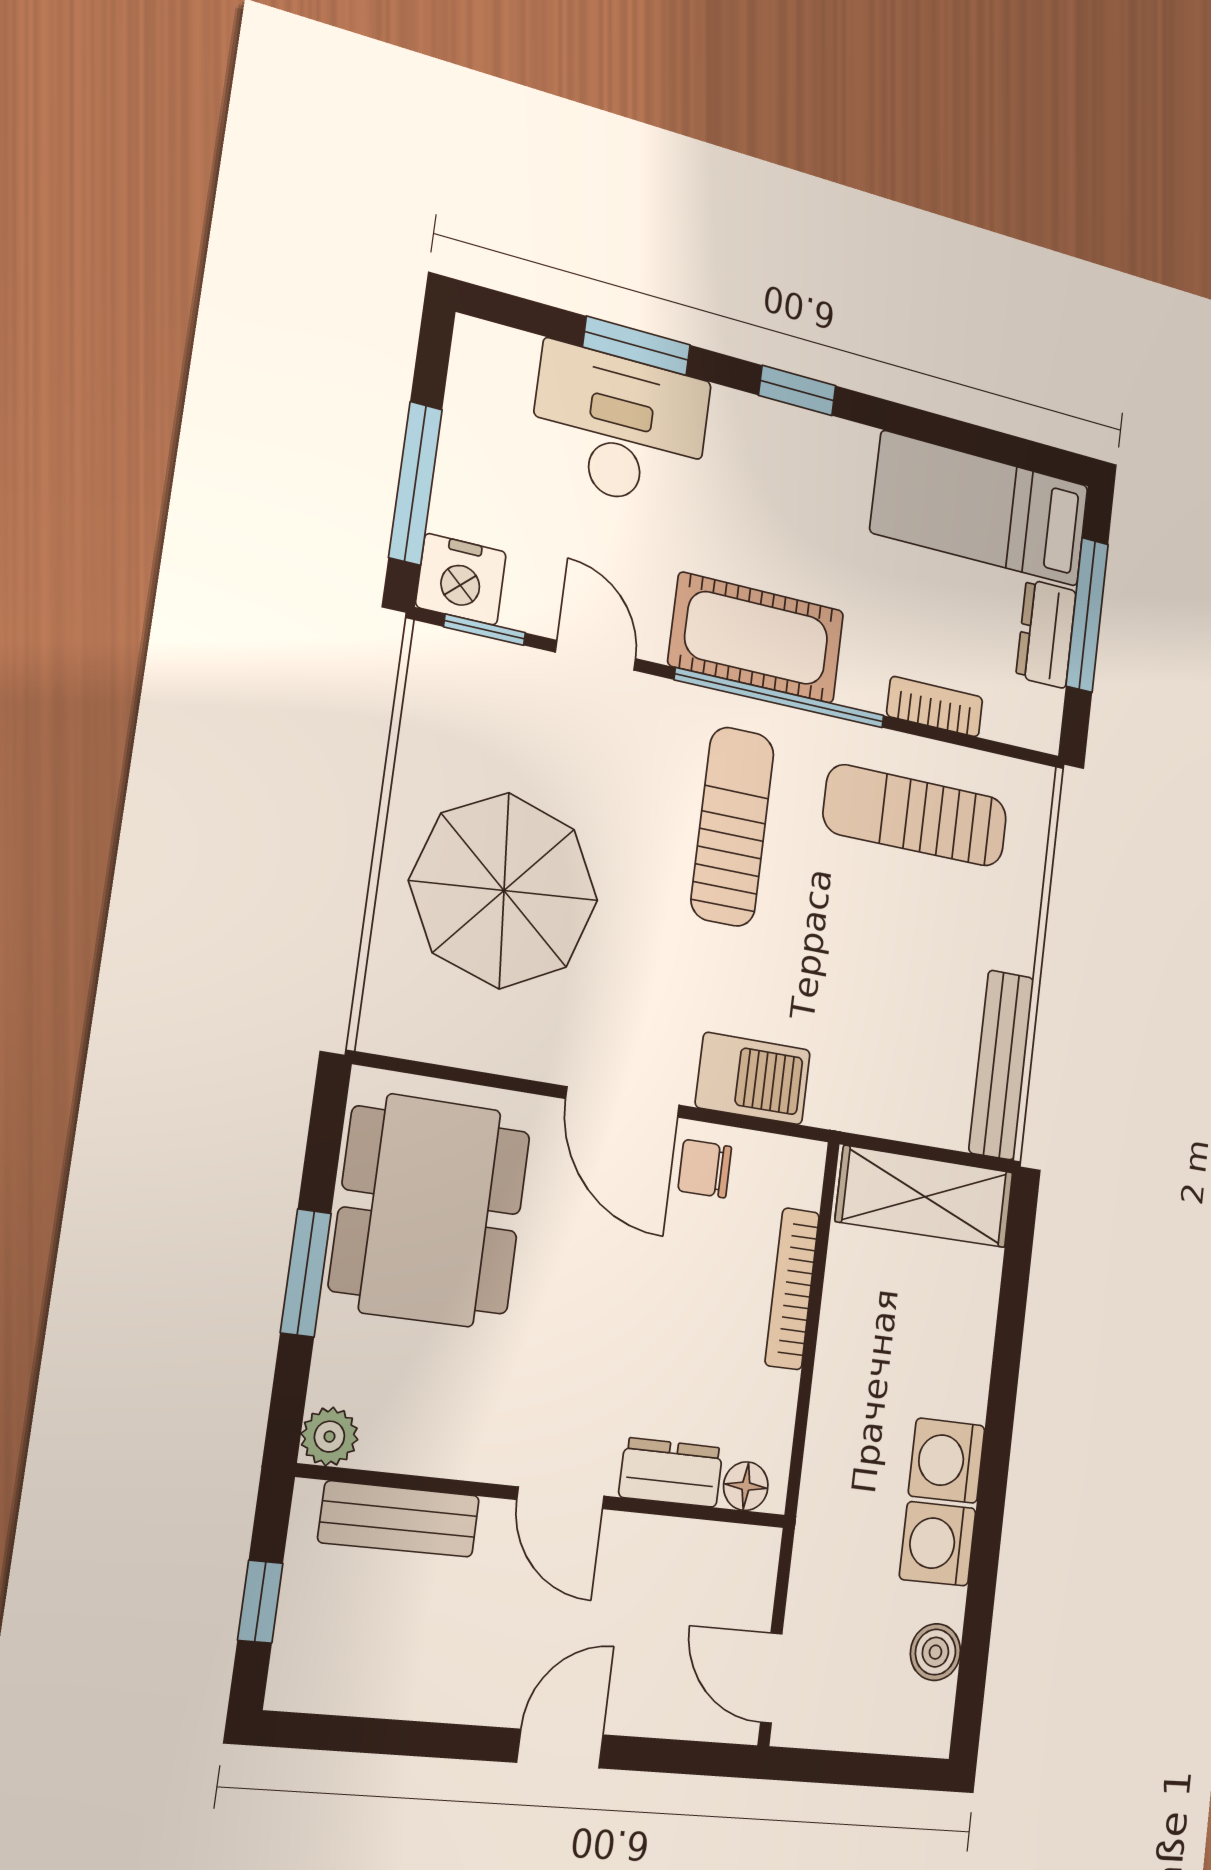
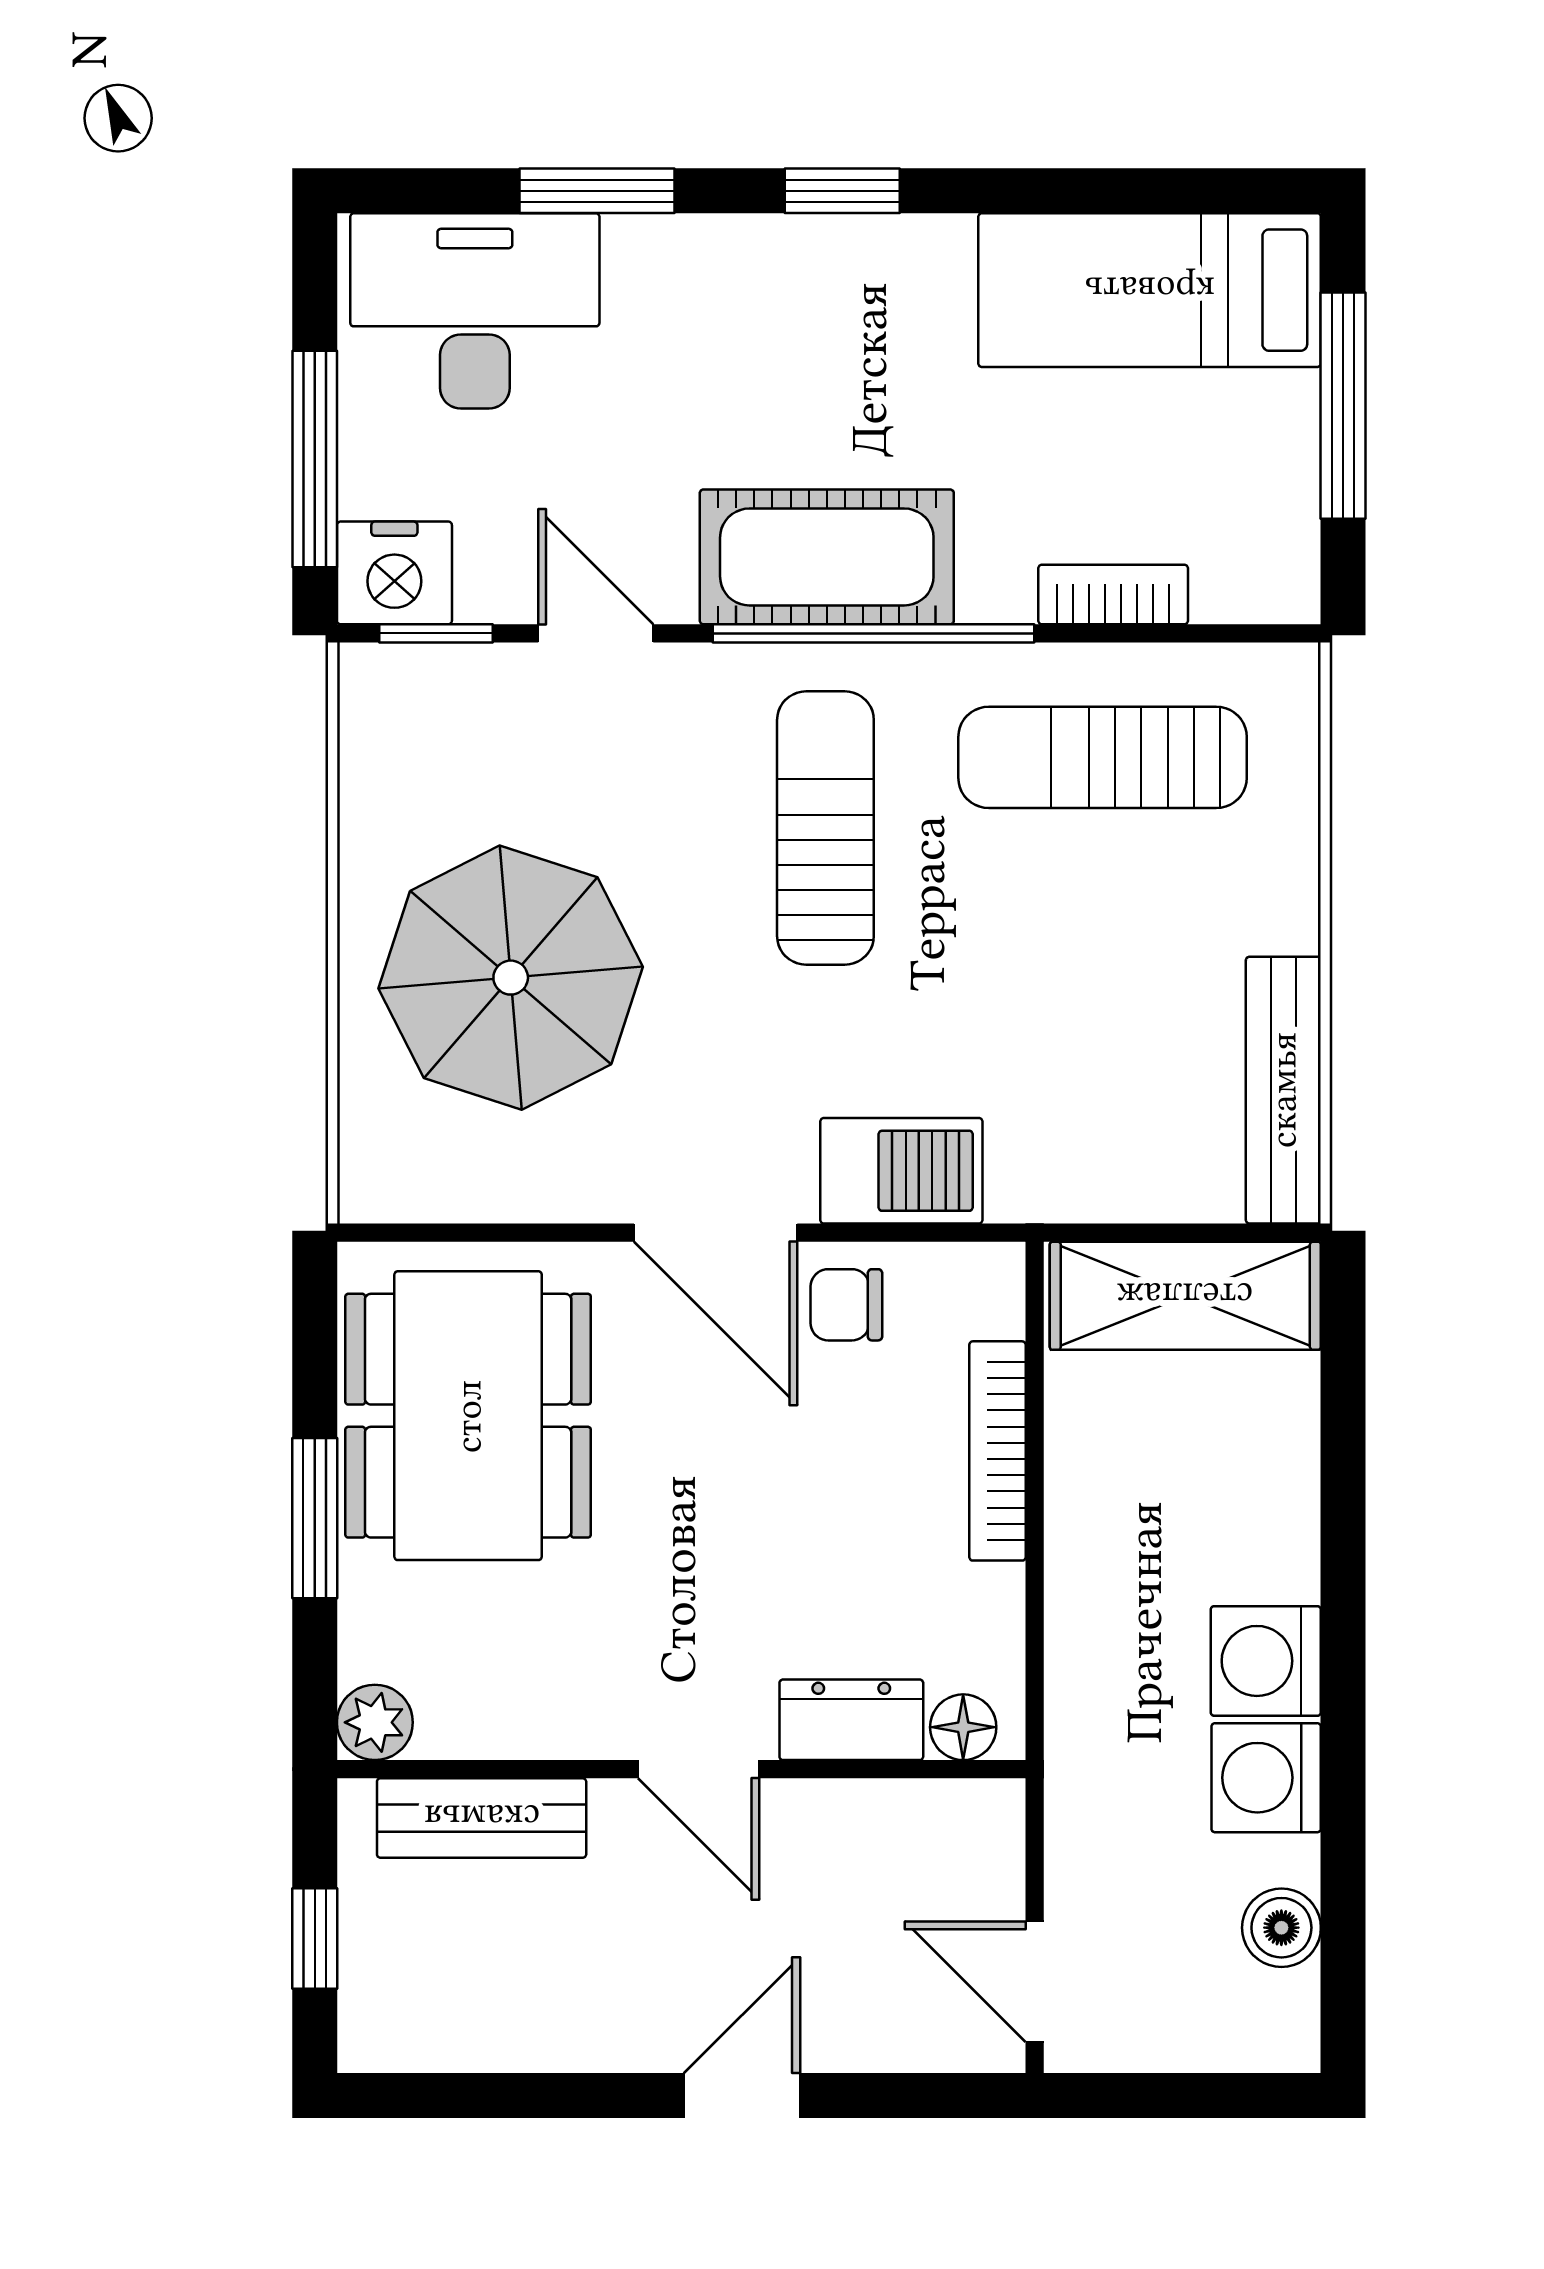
desk: (620, 427) -> (475, 311), moved
dresser: (1046, 634) -> (1279, 449), removed

